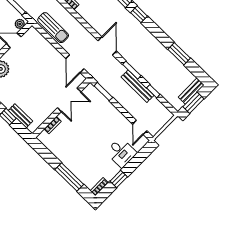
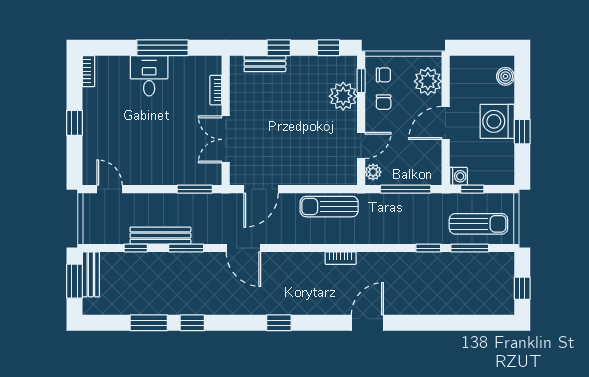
window: (139, 14) -> (192, 323), moved
door: (75, 64) -> (261, 189), swing flipped
bench: (191, 91) -> (91, 274), moved
desk: (121, 152) -> (149, 76), moved, turned 90
window: (69, 177) -> (163, 48), moved
window: (119, 179) -> (74, 123), moved

